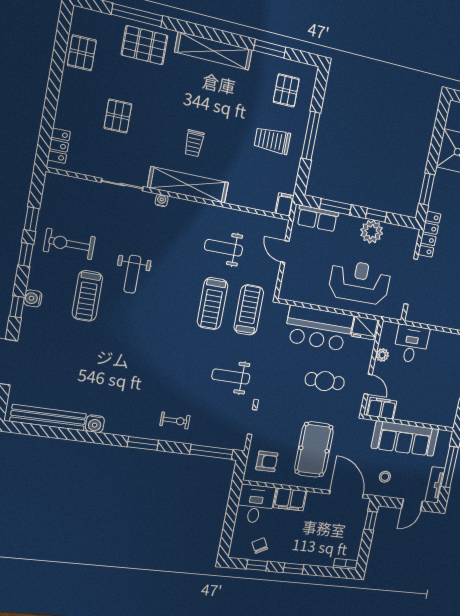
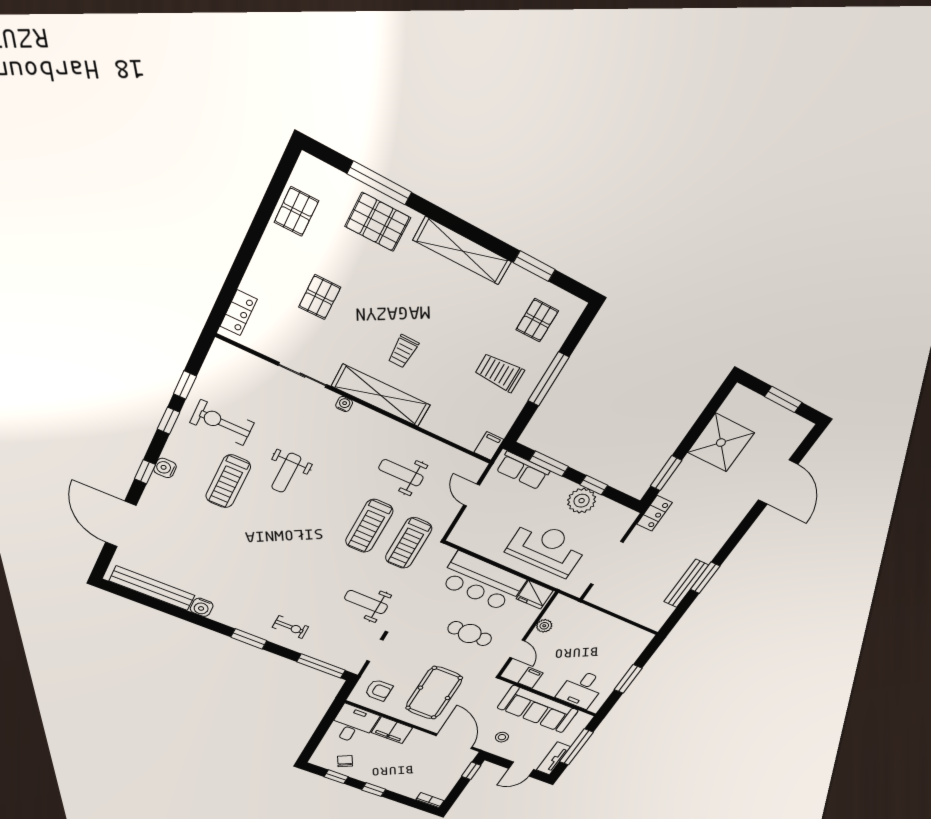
locker: (429, 234) -> (654, 513), width x0.66
treadmill: (249, 310) -> (409, 543), turned 180
desk: (411, 344) -> (581, 689), moved, turned 180
filing cabinet: (382, 408) -> (530, 678), width x0.50

